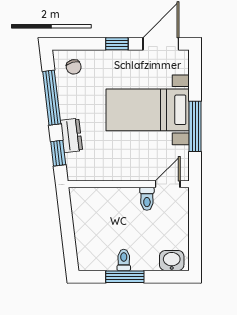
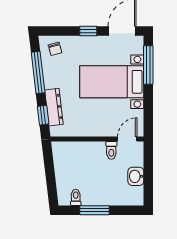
window: (195, 126) -> (148, 65), moved
dresser: (71, 135) -> (54, 107), width x1.44
toilet: (124, 260) -> (76, 197), moved
washbasin: (172, 261) -> (136, 176), moved, turned -90

